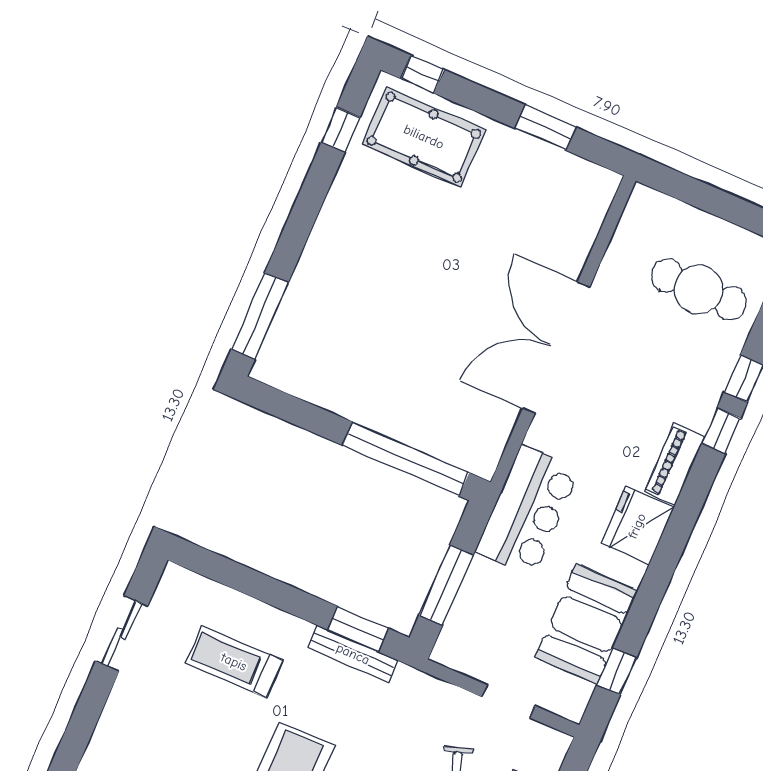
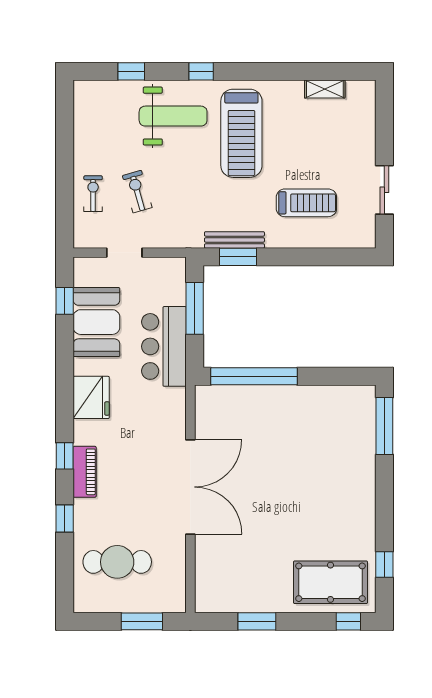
window: (700, 195) -> (142, 621), added
window: (721, 431) -> (65, 456), moved
piano: (675, 464) -> (85, 472), moved
bar counter: (528, 511) -> (164, 346), moved

